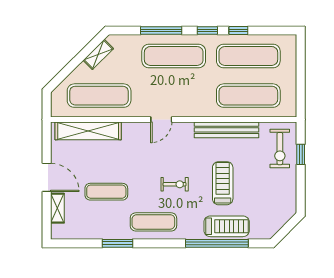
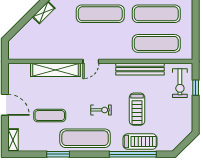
exercise mat: (99, 96) -> (44, 43), removed
shelving: (88, 131) -> (55, 70), moved
treadmill: (223, 183) -> (137, 109), turned 180
shelving: (57, 208) -> (13, 140), moved
exercise mat: (153, 222) -> (85, 138), width x1.36, depth x1.45

